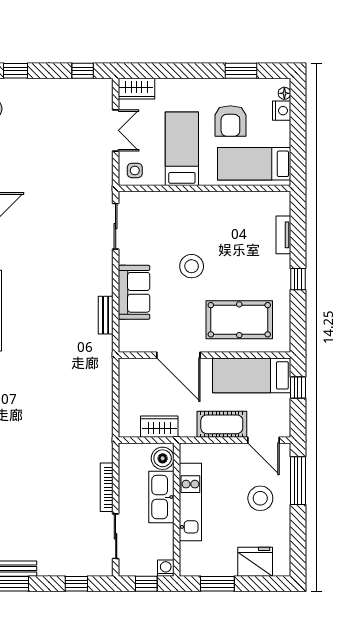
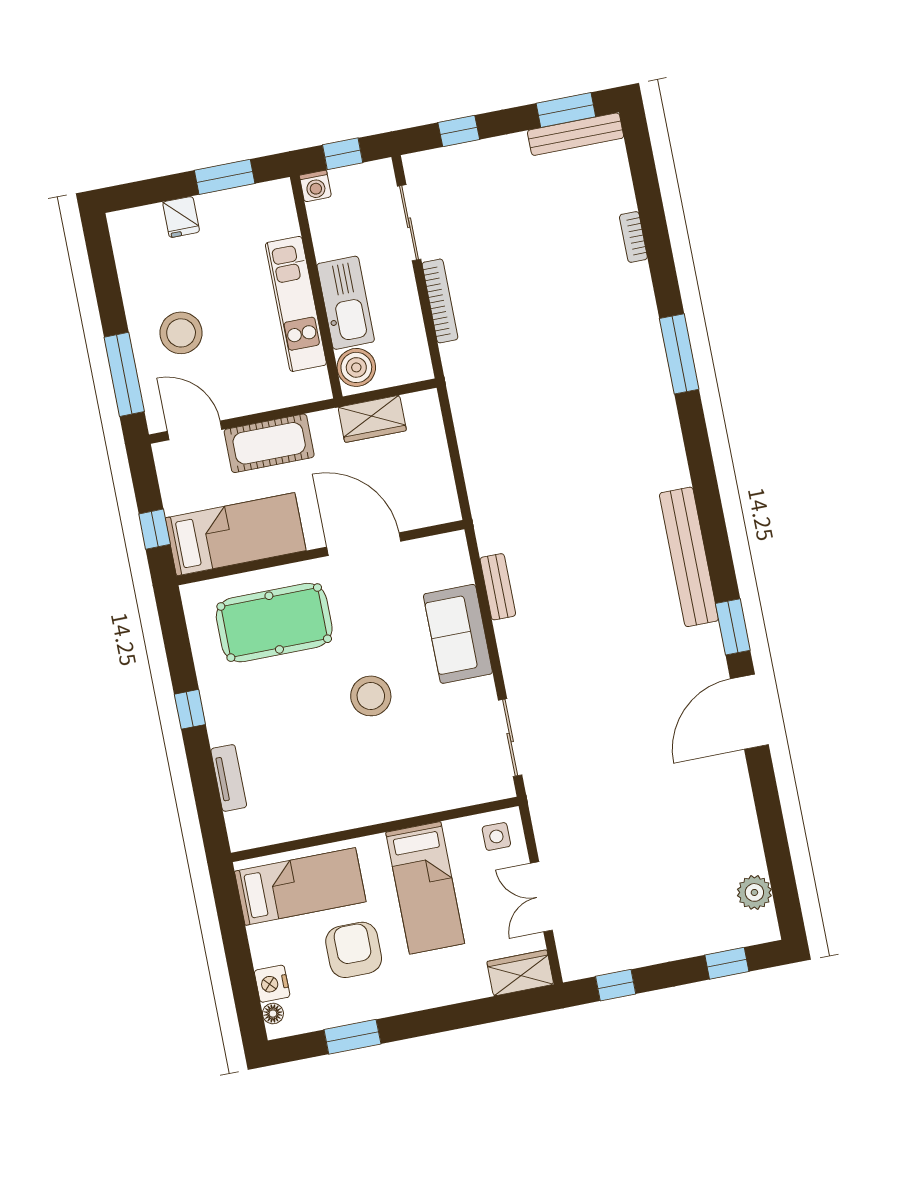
fridge: (255, 562) -> (181, 217), width x0.53, depth x0.75

